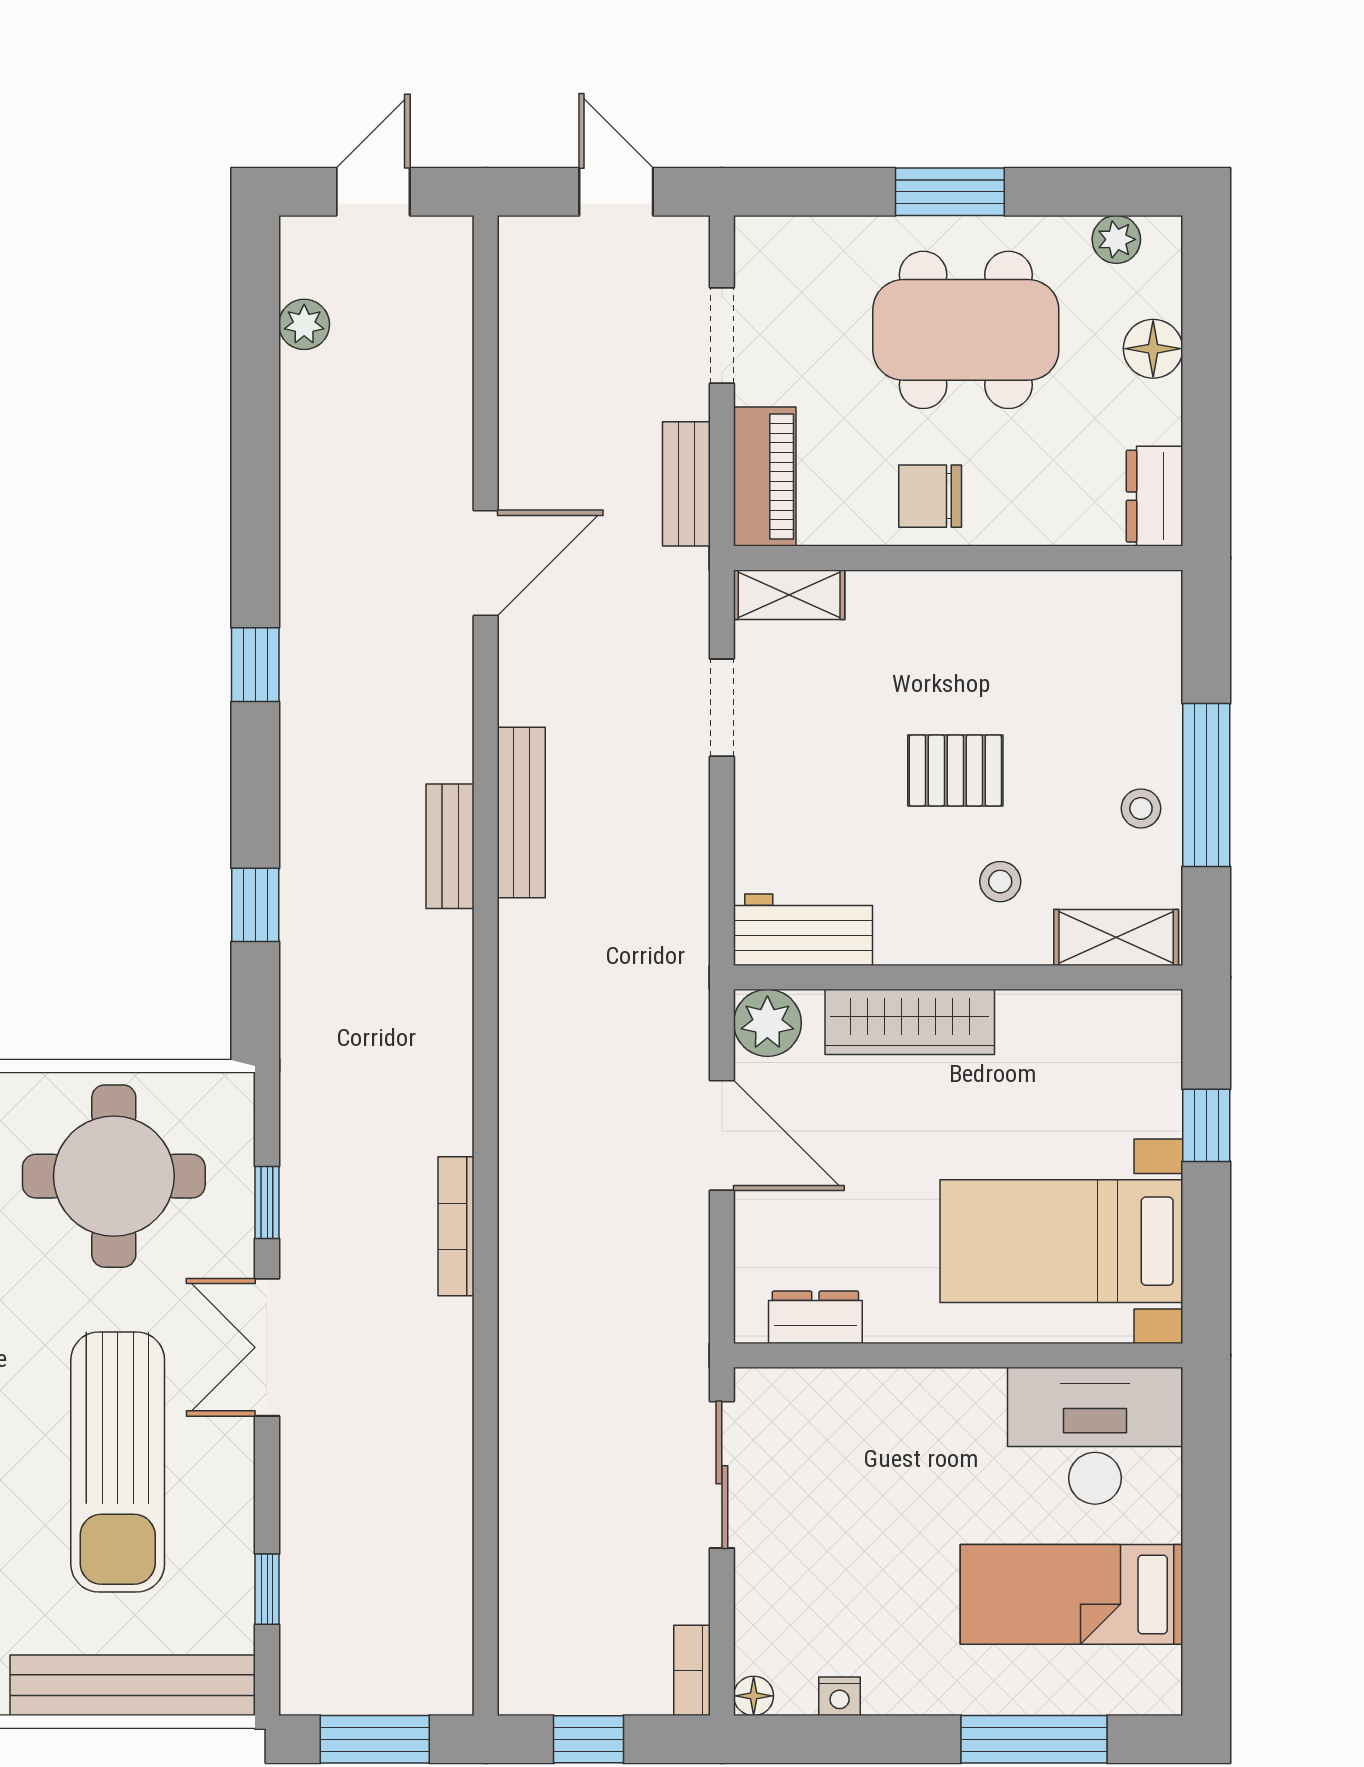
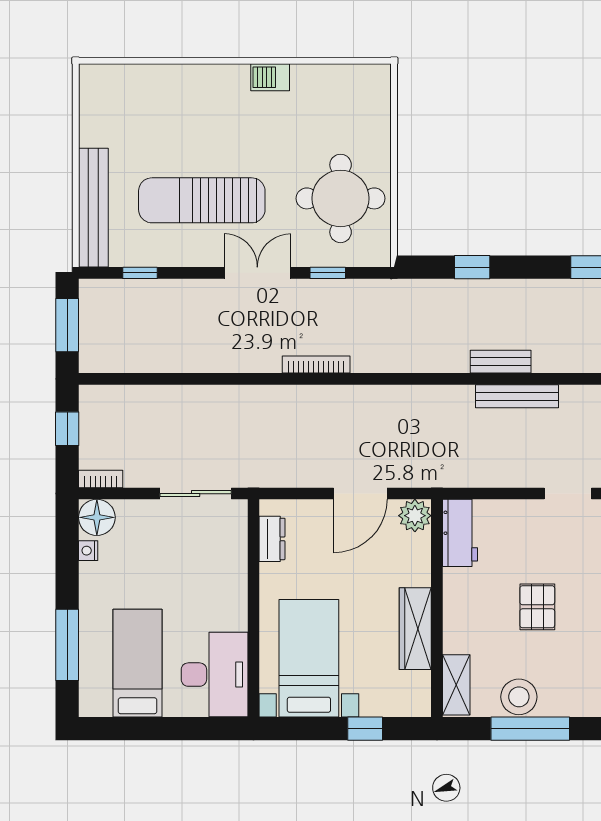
stool: (1141, 808) -> (519, 697), width x1.89, depth x1.89
stool: (1000, 882) -> (483, 629), removed
wardrobe: (910, 1022) -> (415, 629), moved
floor lamp: (754, 1696) -> (97, 517), width x1.89, depth x1.89

